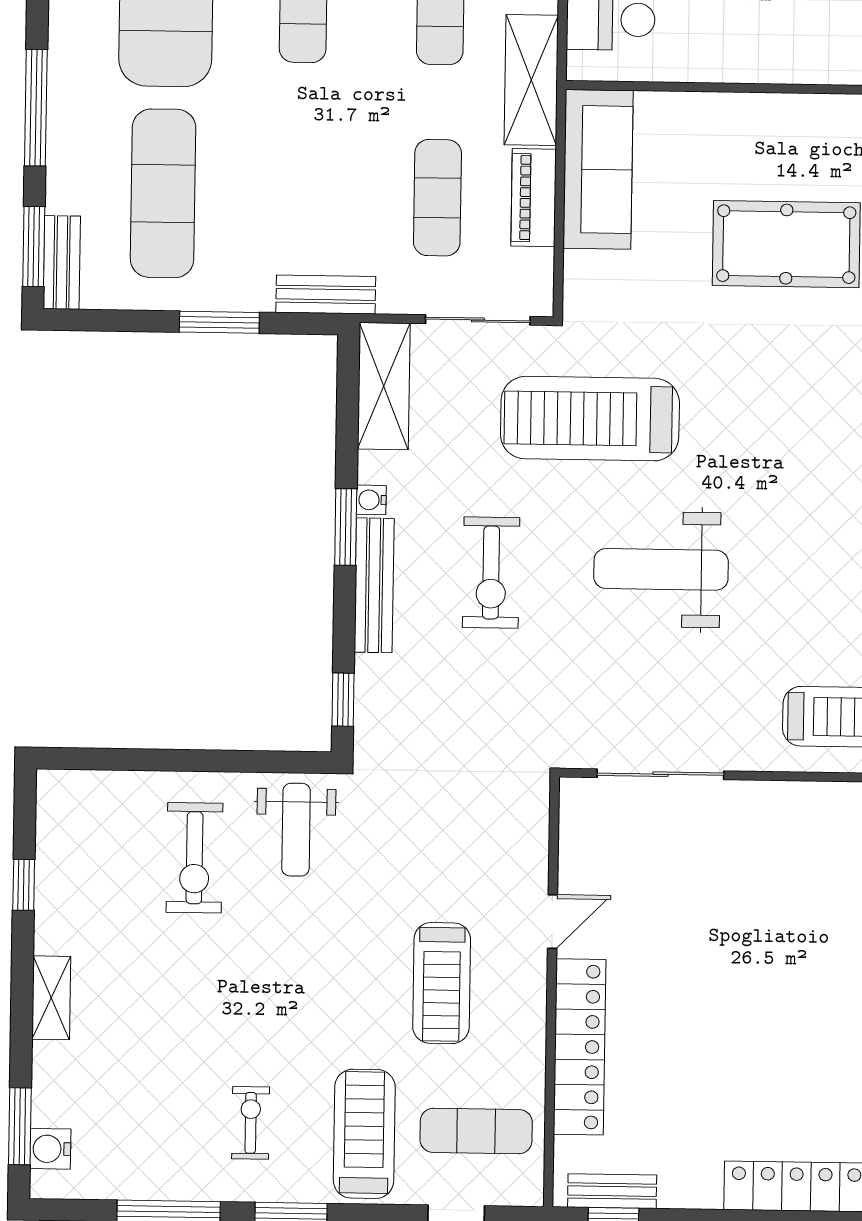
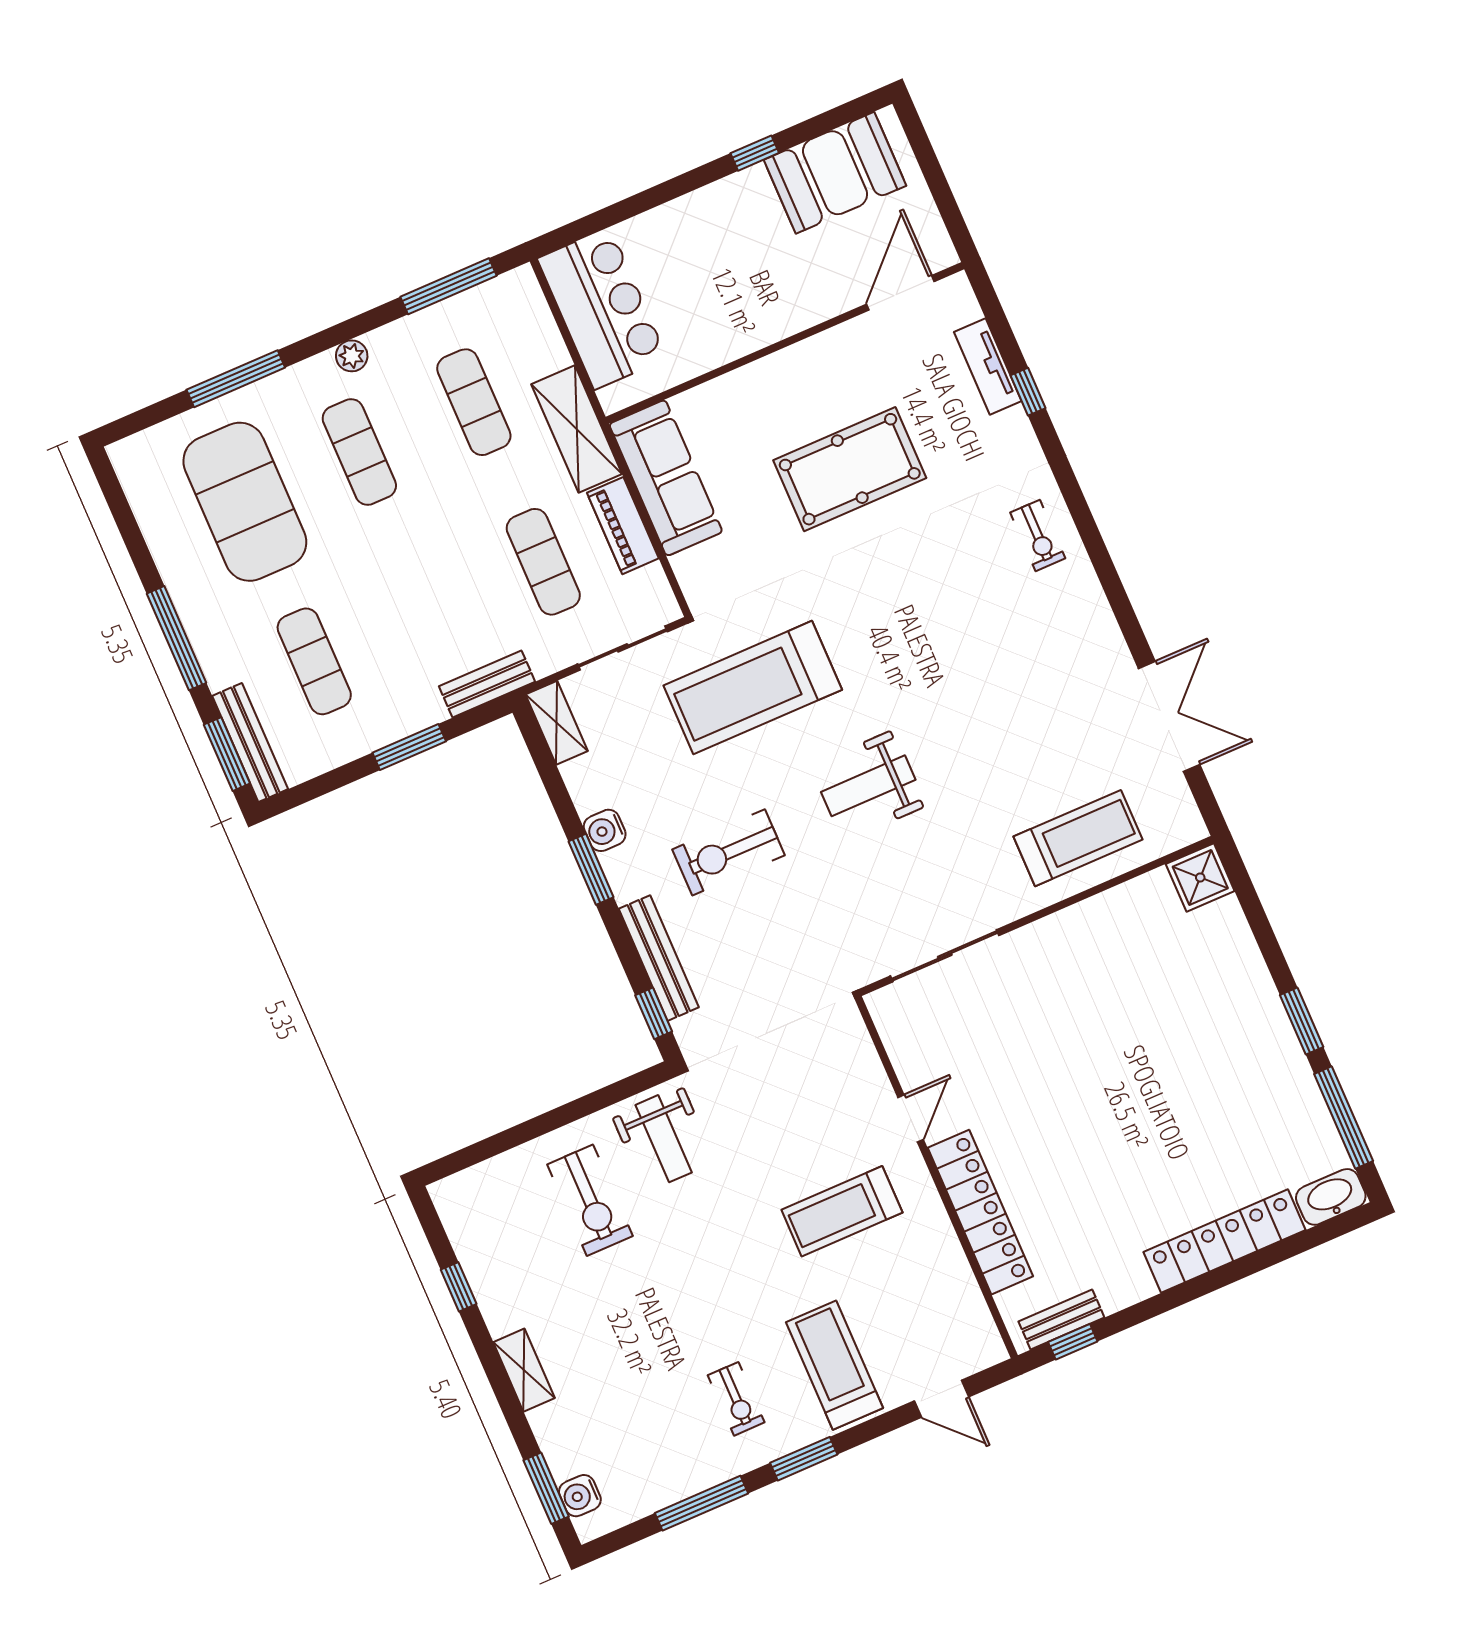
exercise mat: (163, 193) -> (314, 661), width x0.73, depth x0.69
bench: (62, 262) -> (250, 742), width x1.36
shelving: (384, 386) -> (557, 723), width x0.67, depth x0.75
water cooler: (371, 500) -> (605, 830), width x1.38, depth x1.38
weight bench: (661, 569) -> (868, 786), width x0.73, depth x0.75
exercise bike: (491, 573) -> (729, 852), turned 90
bench: (374, 585) -> (659, 958), moved
treadmill: (442, 983) -> (842, 1211), turned 90
exercise bike: (251, 1123) -> (736, 1399), turned 180
exercise mat: (476, 1131) -> (926, 1321), removed

